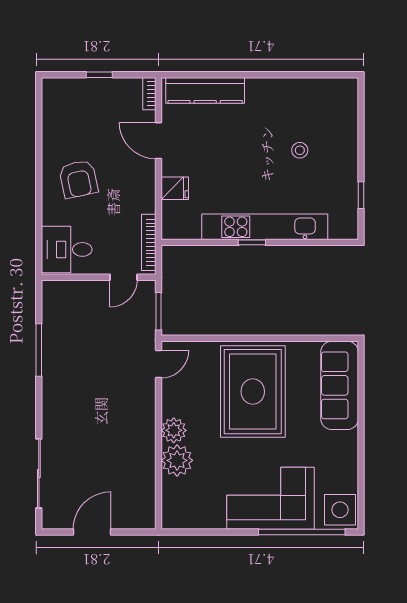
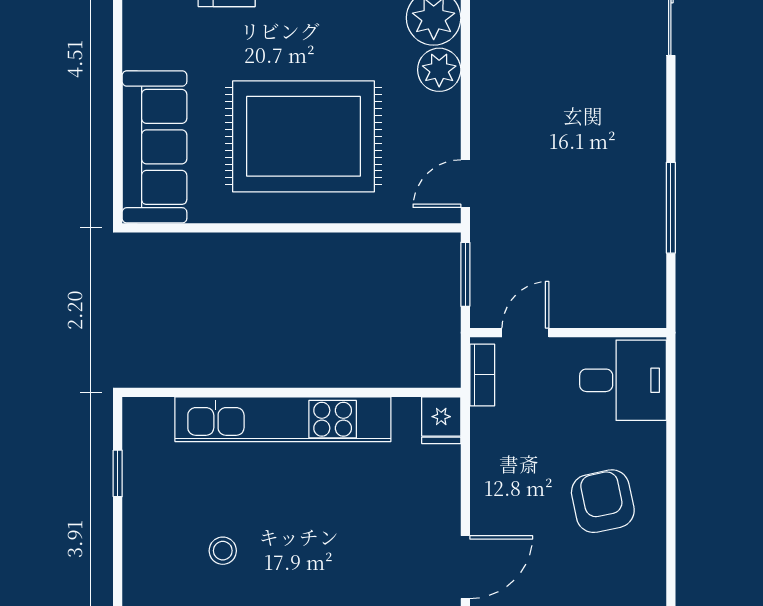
door: (159, 141) -> (465, 567), hinge flipped
fridge: (175, 188) -> (441, 420), moved, turned -90
bookcase: (149, 242) -> (482, 375), width x0.64
window: (252, 242) -> (305, 392), removed
rug: (253, 392) -> (303, 136), turned 90

